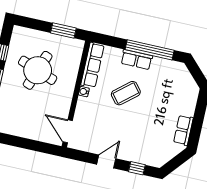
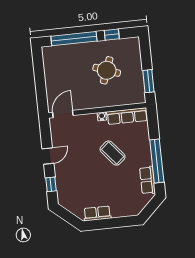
row of seats: (137, 60) -> (148, 180), moved
round table: (38, 70) -> (107, 70), width x0.73, depth x0.73
door: (106, 161) -> (48, 156), hinge flipped

